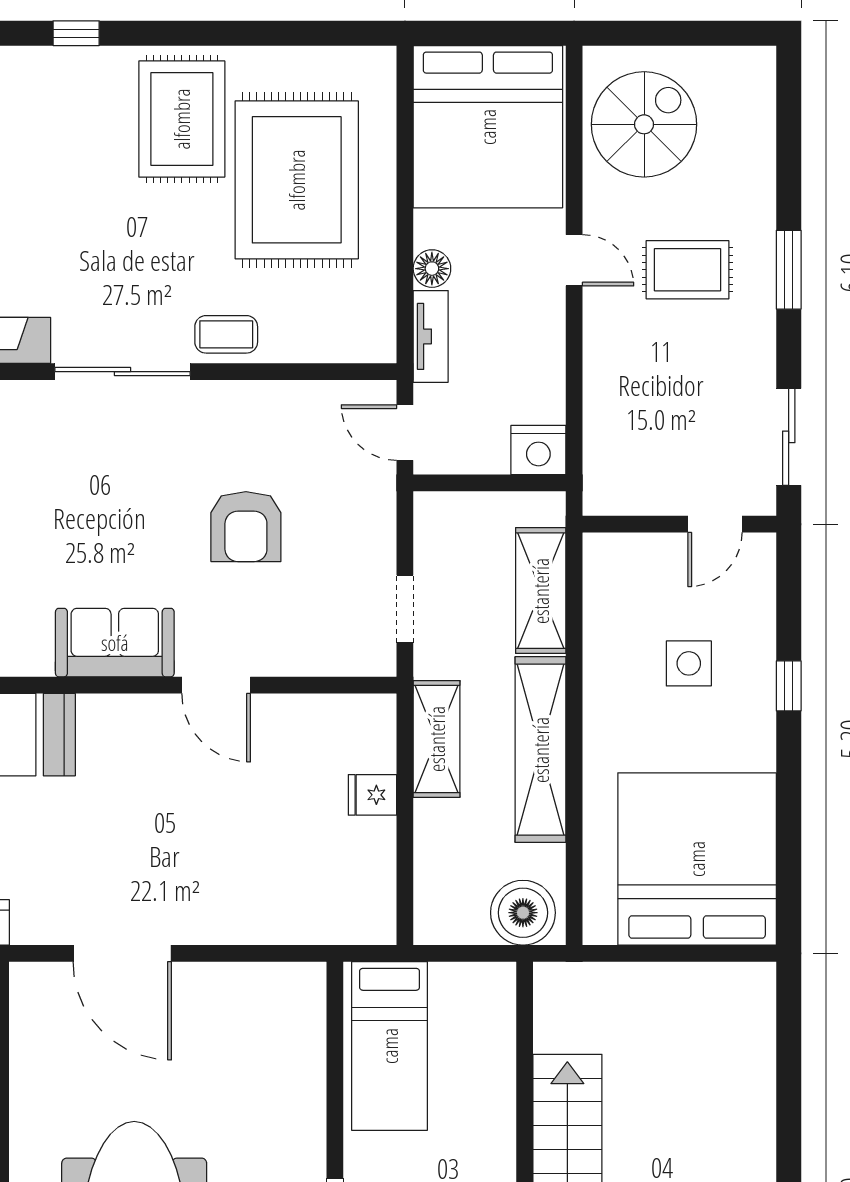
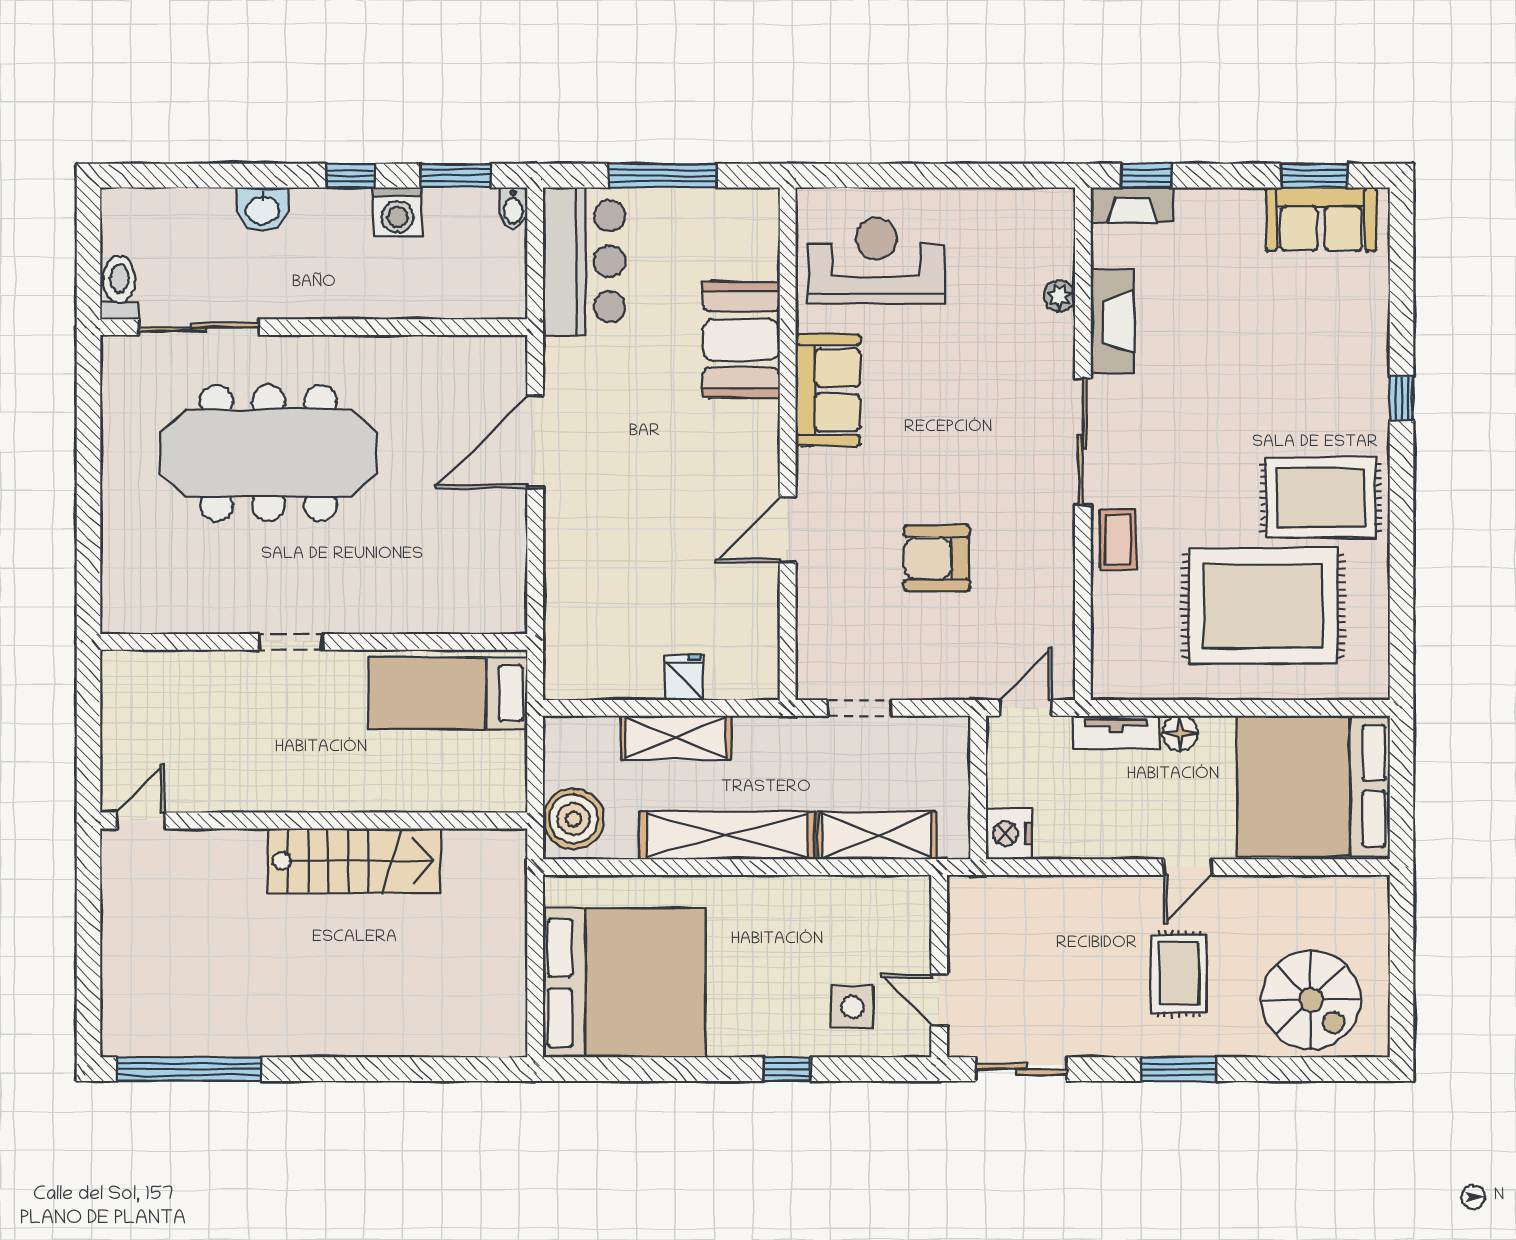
spiral stairs: (644, 124) -> (1311, 1000), moved
sofa: (115, 643) -> (828, 390), moved
side table: (689, 663) -> (852, 1007), moved
shelving: (437, 739) -> (676, 738), moved

